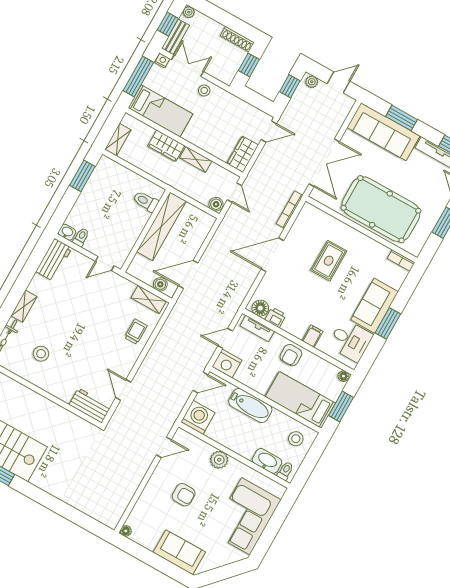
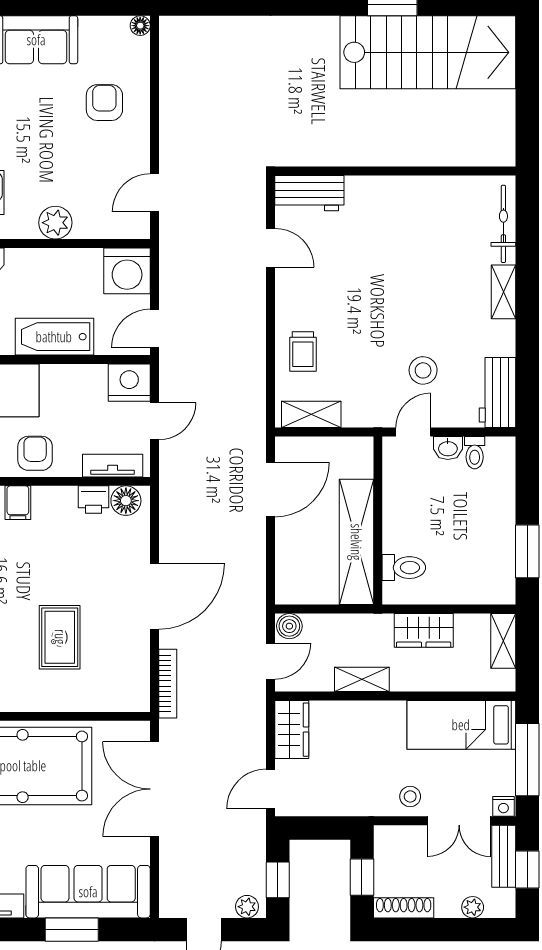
plant: (189, 12) -> (473, 907), moved
wardrobe: (166, 146) -> (424, 630), moved, turned 180
door: (234, 193) -> (271, 661), swing flipped
washbasin: (67, 232) -> (448, 448), moved
boiler: (160, 284) -> (306, 449), removed
stool: (41, 354) -> (423, 370), moved
armchair: (184, 495) -> (104, 103), moved, turned 90

